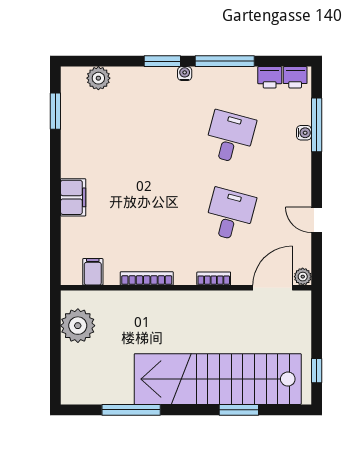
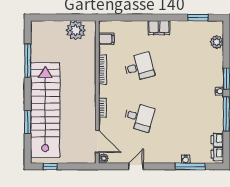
desk: (230, 137) -> (139, 67), moved, turned -30
filing cabinet: (73, 197) -> (159, 28), moved

